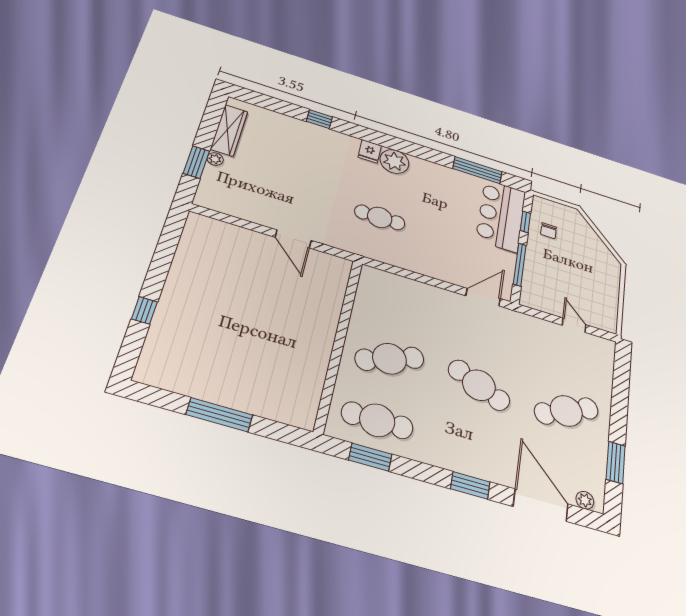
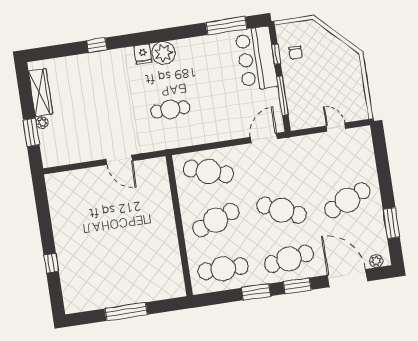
cafe table: (401, 301) -> (208, 171), added
cafe table: (470, 447) -> (289, 259), added
window: (370, 457) -> (256, 292), moved

